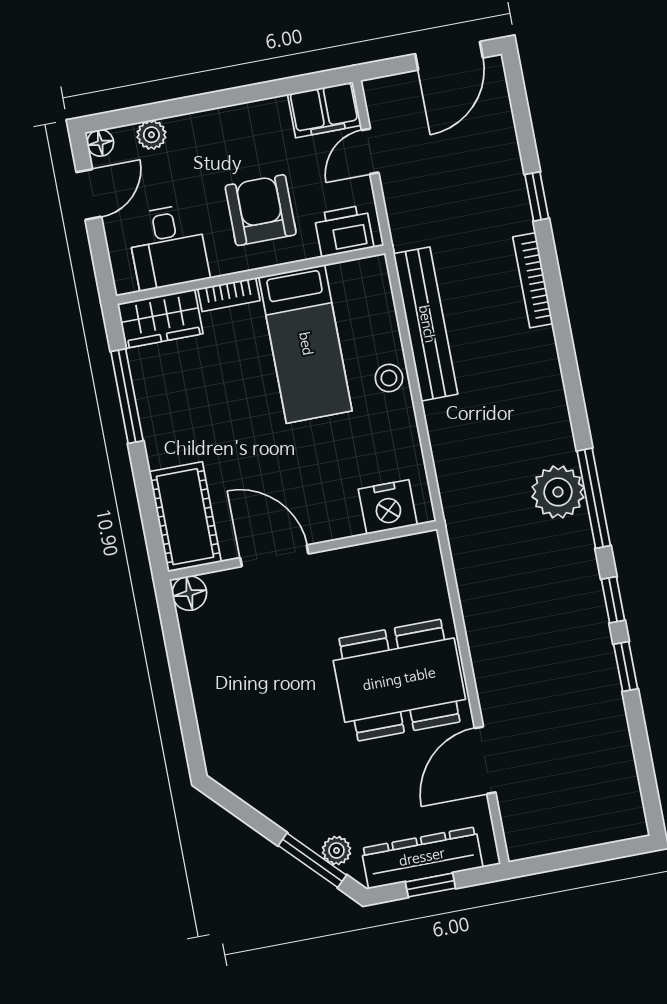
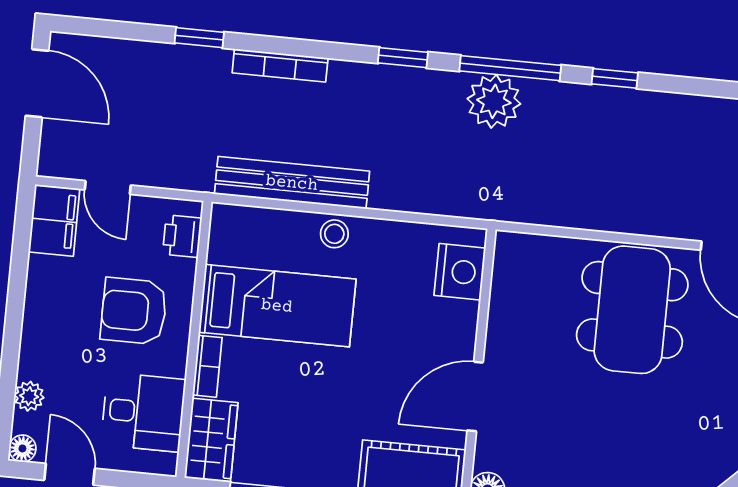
printer: (344, 231) -> (182, 236), width x0.73, depth x0.81
window: (626, 667) -> (403, 58), moved

